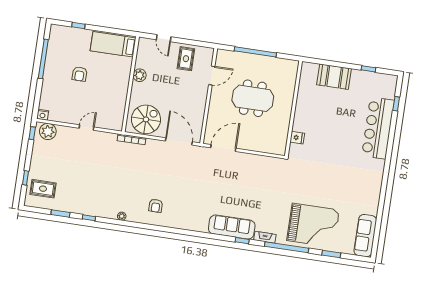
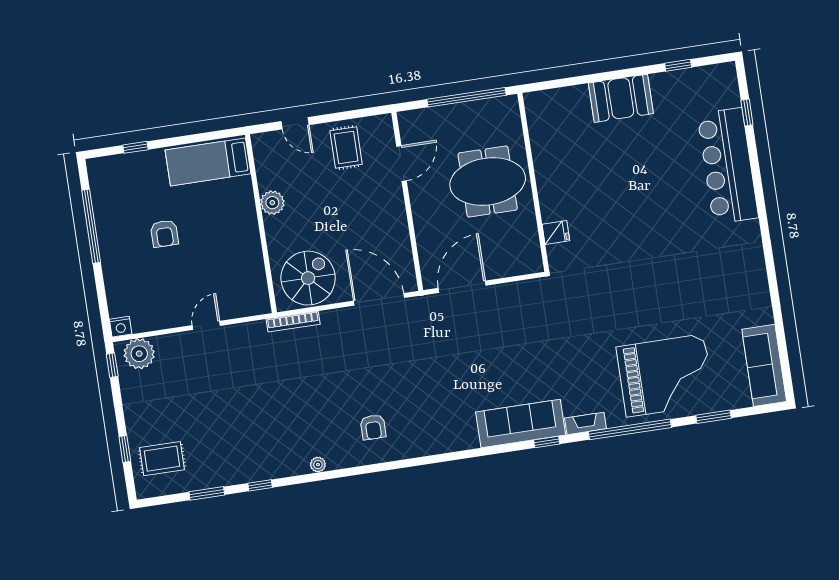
wall: (293, 109) -> (533, 182), moved
fridge: (297, 138) -> (556, 232), moved

